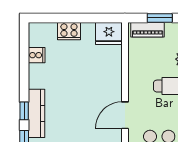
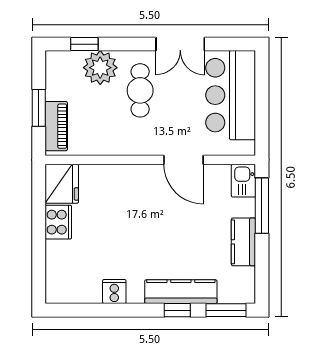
cooker: (69, 31) -> (58, 222), moved
cooker: (37, 55) -> (114, 291), moved

